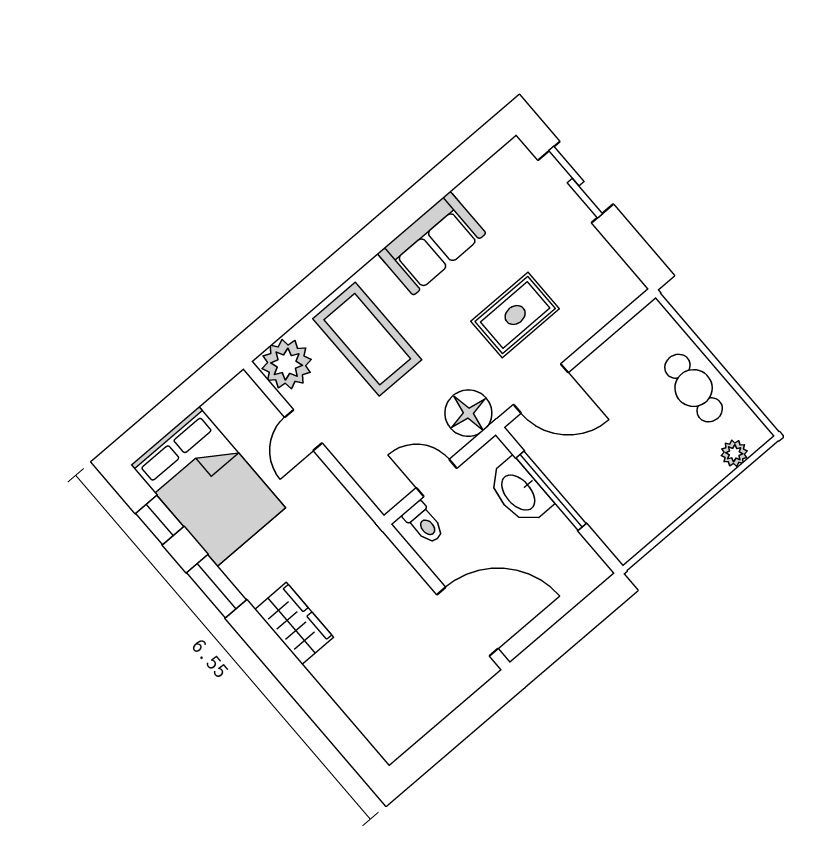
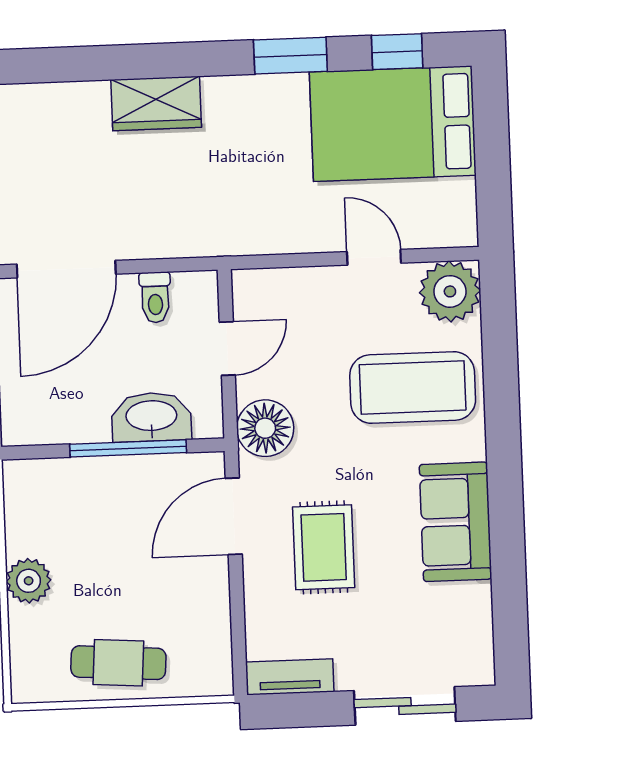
tv unit: (615, 271) -> (290, 677), added
plant: (734, 453) -> (29, 581), moved, width x1.38, depth x1.38
toilet: (424, 523) -> (155, 297), moved, turned -90
wardrobe: (294, 623) -> (156, 103), moved

